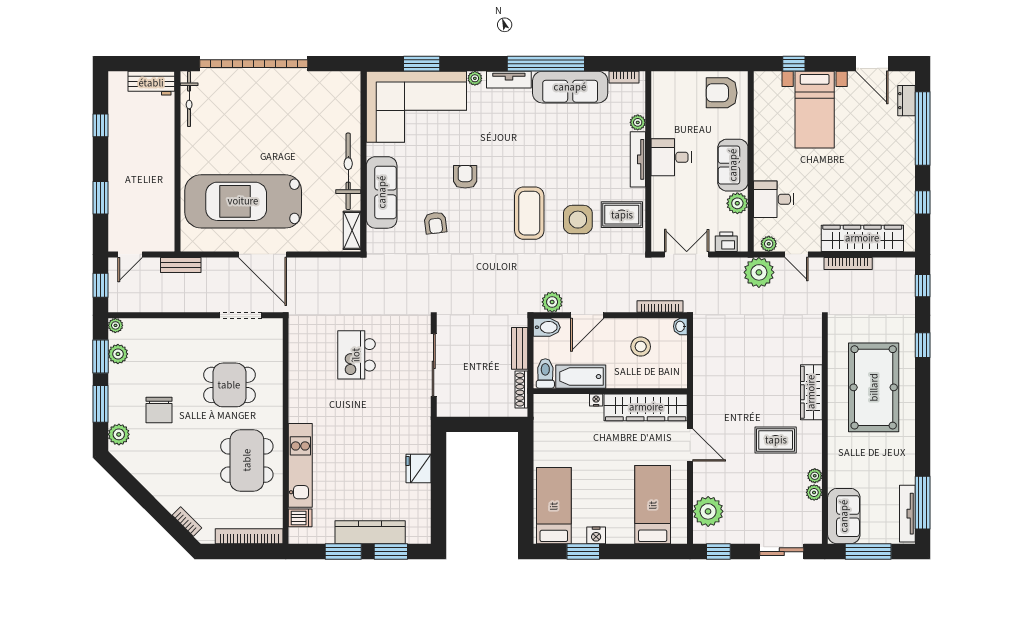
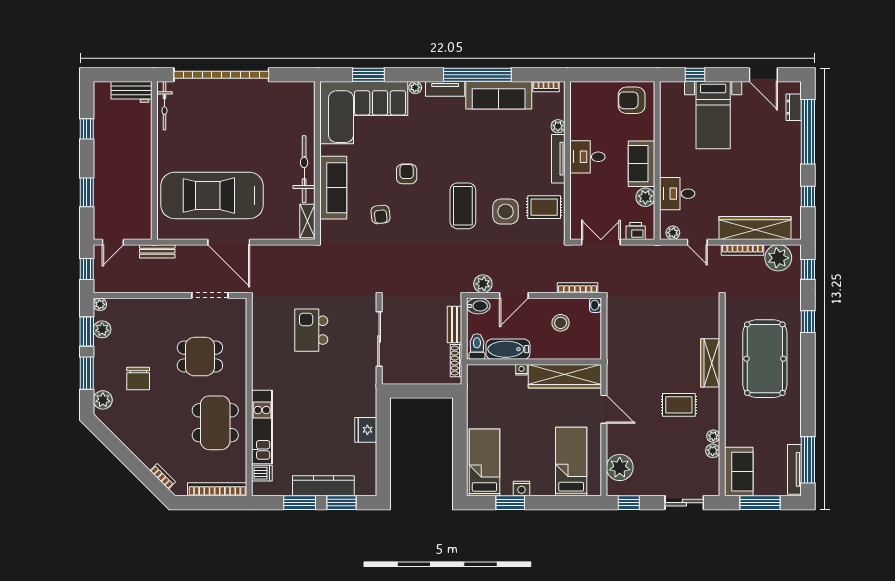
plant: (759, 272) -> (778, 258), moved

